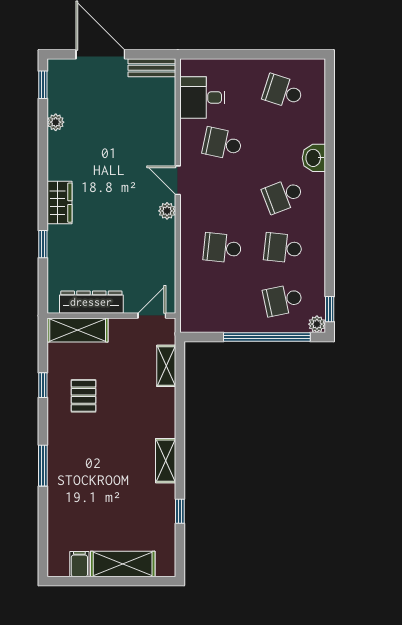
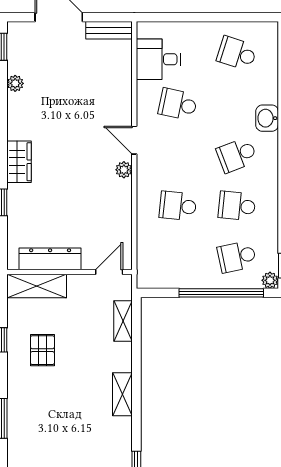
shelving: (166, 461) -> (122, 394), moved

